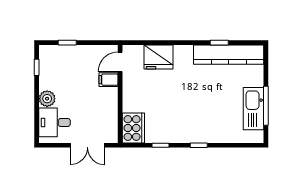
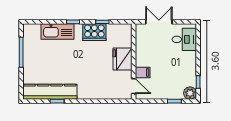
fridge: (159, 57) -> (123, 59), moved, turned -90
door: (120, 62) -> (134, 86), hinge flipped
plant: (47, 99) -> (190, 93), moved
kitchen sink: (253, 109) -> (58, 31), moved, turned 90
cooker: (133, 128) -> (94, 32), moved, turned -90

